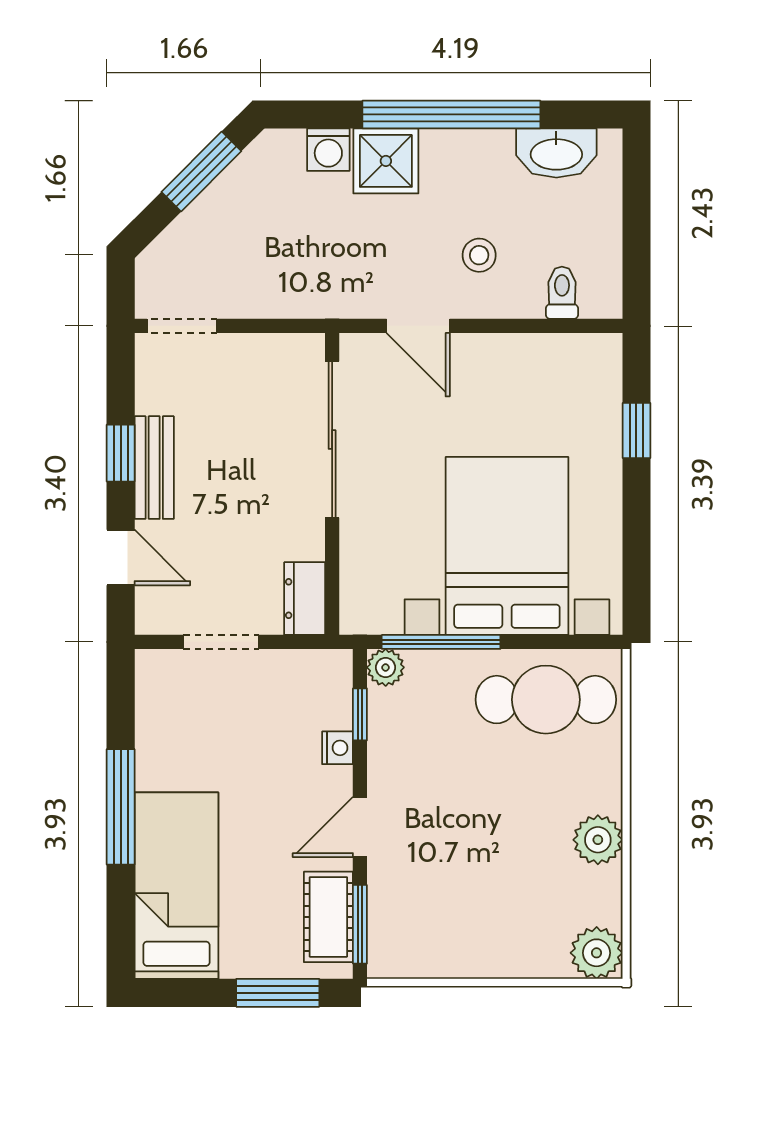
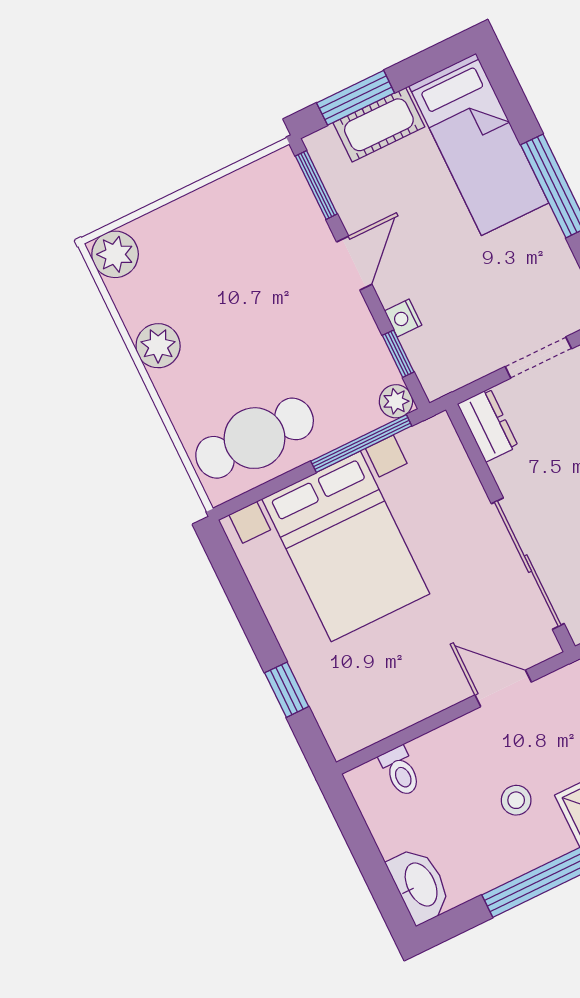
washbasin: (556, 153) -> (420, 885), moved, turned 90
stool: (479, 255) -> (516, 800), moved
cot: (328, 917) -> (379, 125), moved, turned 90

